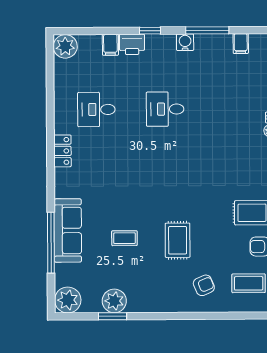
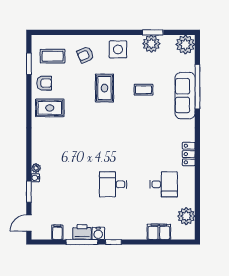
window: (150, 31) -> (113, 242), moved
printer: (132, 44) -> (82, 232), moved
filing cabinet: (110, 45) -> (159, 232), width x2.00
plant: (65, 46) -> (186, 216), moved
desk: (165, 109) -> (113, 184), turned 180
side table: (160, 293) -> (118, 49), added

